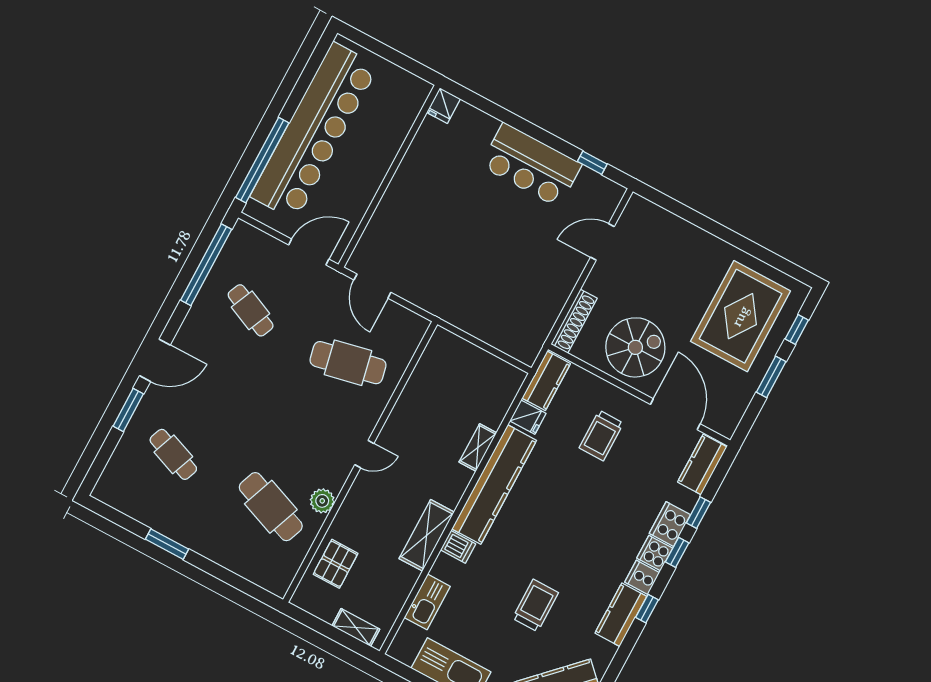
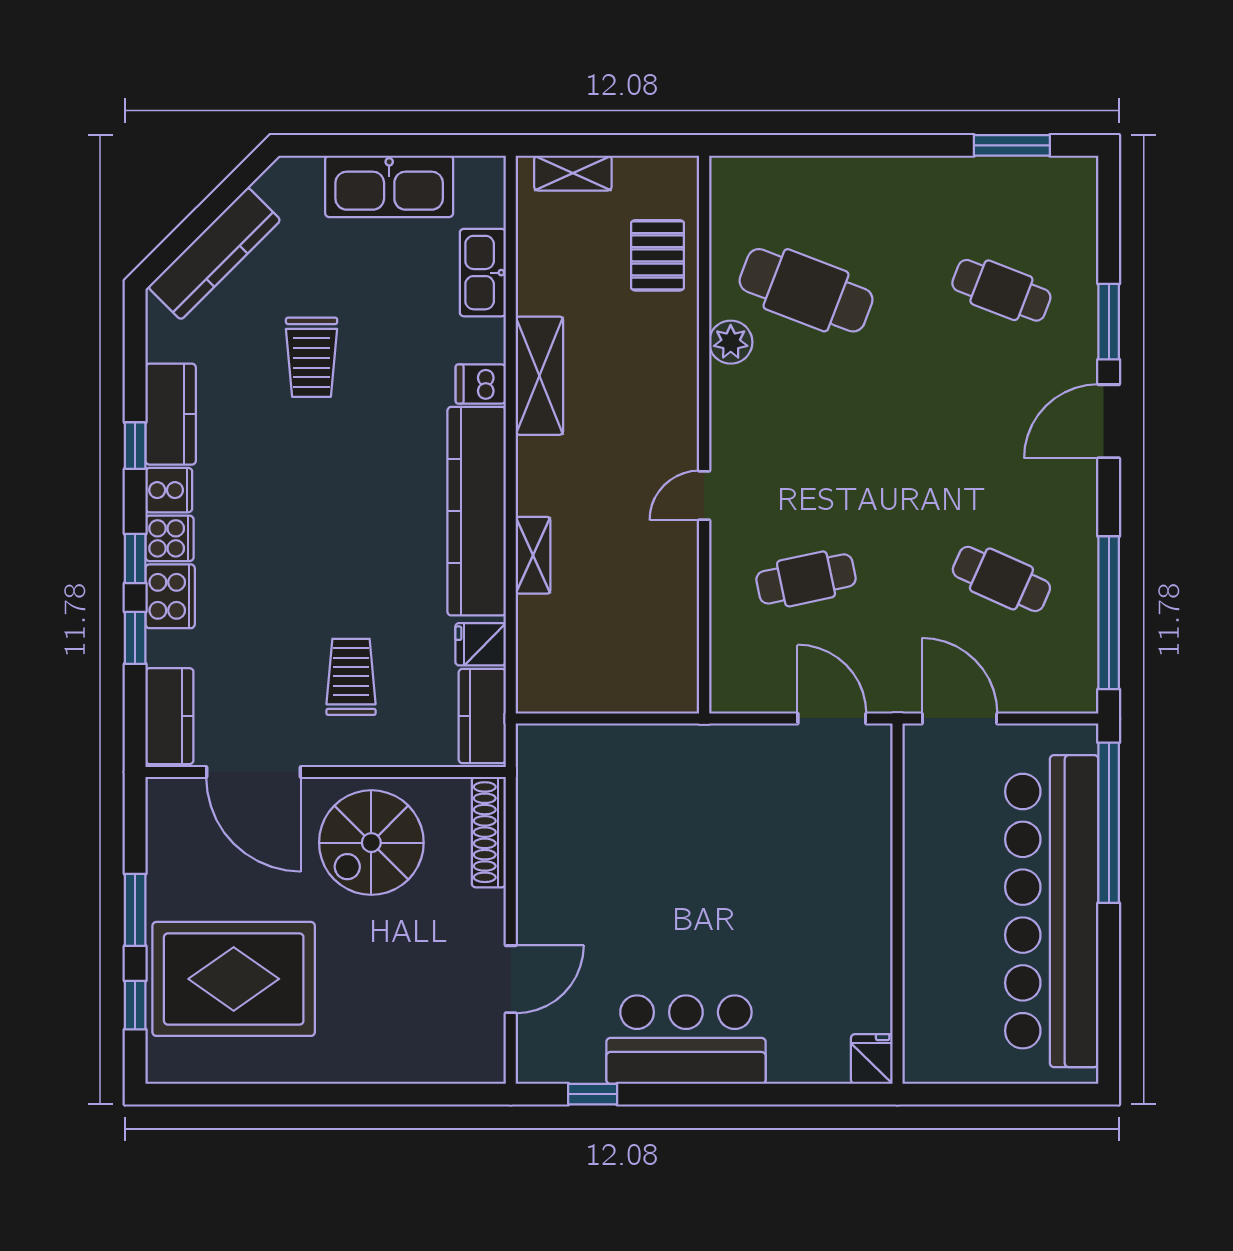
door: (309, 252) -> (959, 718), swing flipped
rug: (741, 316) -> (234, 979), turned 90
cafe table: (348, 363) -> (806, 579), width x0.73, depth x0.74
door: (364, 454) -> (704, 495), moved
window: (167, 544) -> (1012, 145), moved

